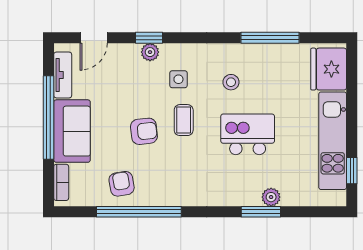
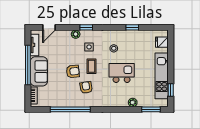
window: (149, 38) -> (86, 27), moved
window: (270, 38) -> (132, 27), width x0.46
fridge: (329, 69) -> (162, 42), width x0.53, depth x0.75
armchair: (122, 184) -> (86, 87), moved
window: (261, 212) -> (151, 109), moved

